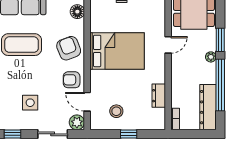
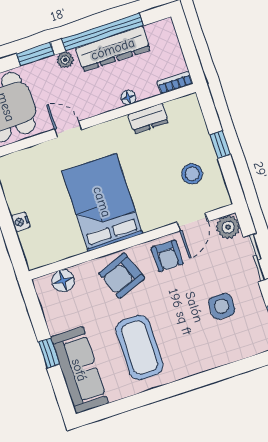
floor lamp: (175, 88) -> (128, 97), added
dresser: (208, 107) -> (113, 49), moved

